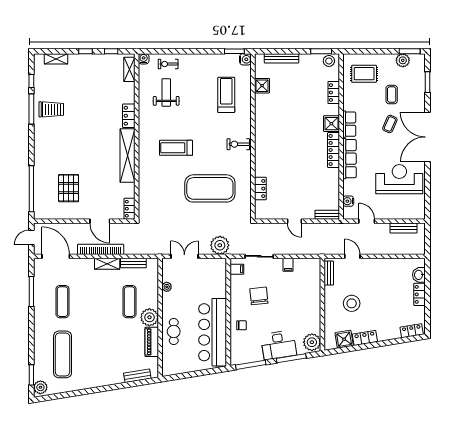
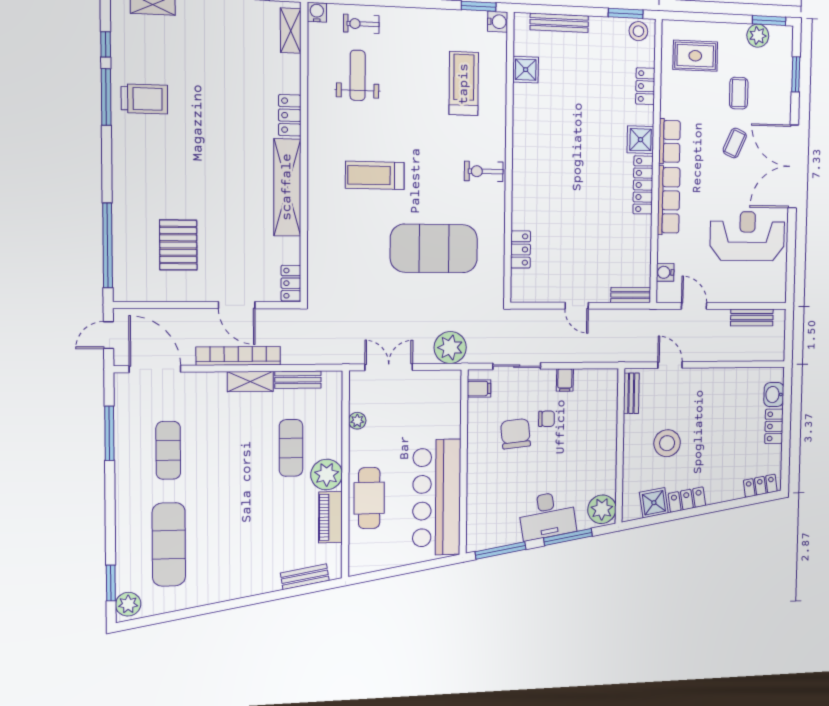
chair: (242, 325) -> (546, 419), moved
cafe table: (174, 332) -> (369, 498), width x1.37, depth x1.35

